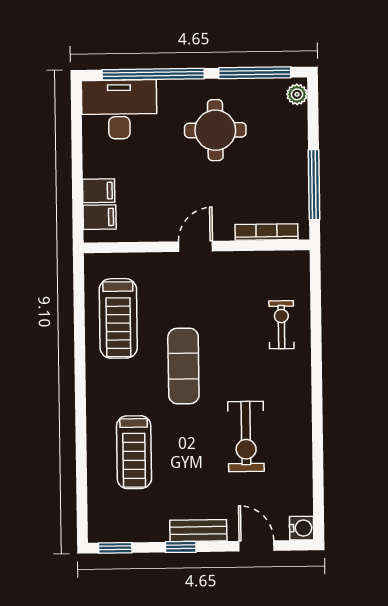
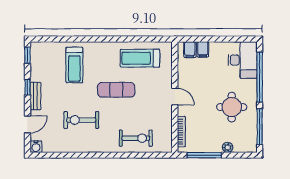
plant: (297, 94) -> (228, 147), moved
exercise bike: (281, 325) -> (136, 138), width x1.38, depth x1.39
treadmill: (134, 452) -> (74, 65), turned -90

